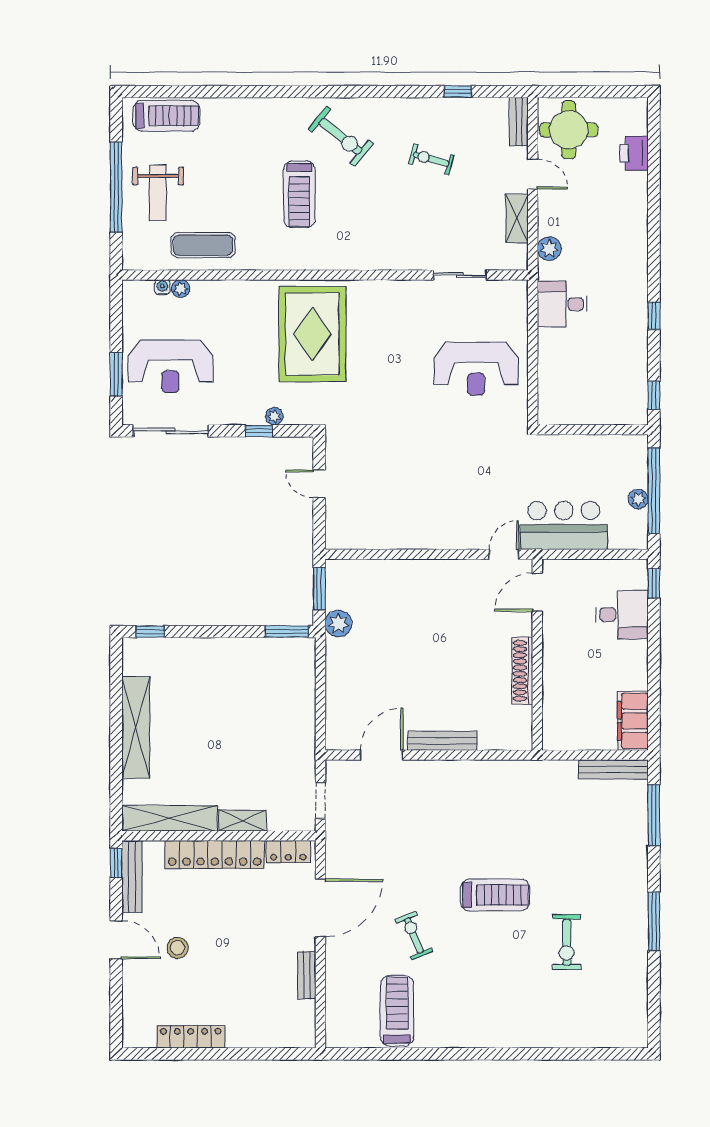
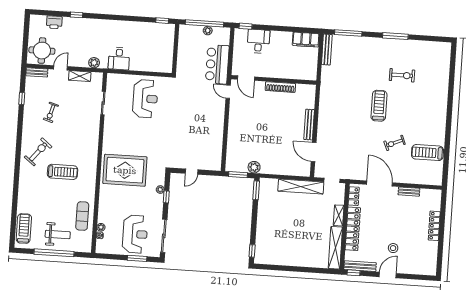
window: (654, 316) -> (76, 15), moved
shelving: (136, 727) -> (301, 187), moved
locker: (191, 1037) -> (434, 226), moved

